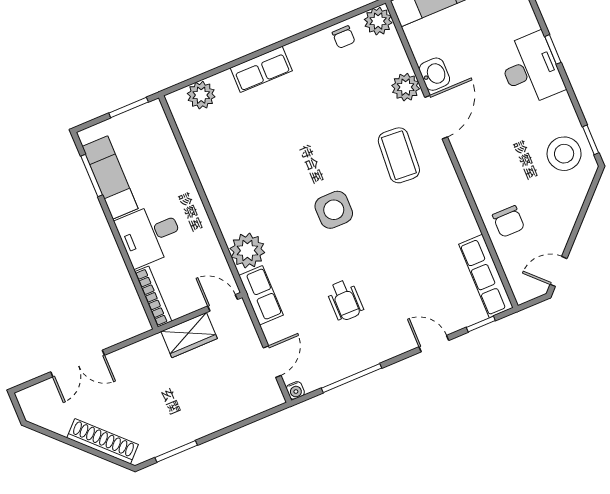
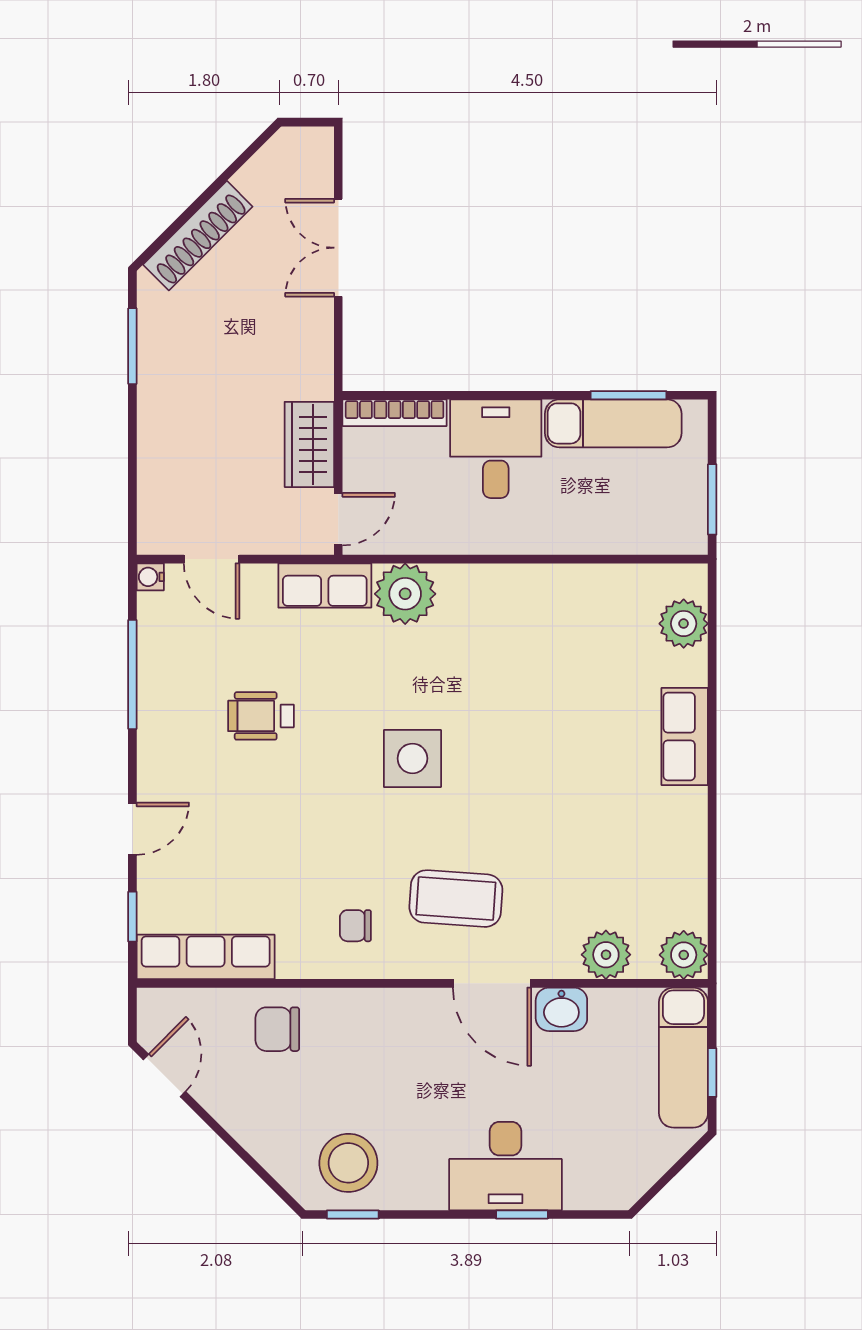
chair: (344, 37) -> (355, 926), moved
plant: (406, 87) -> (606, 955), moved

